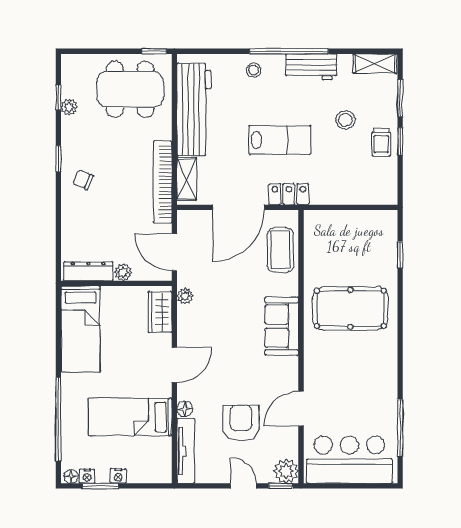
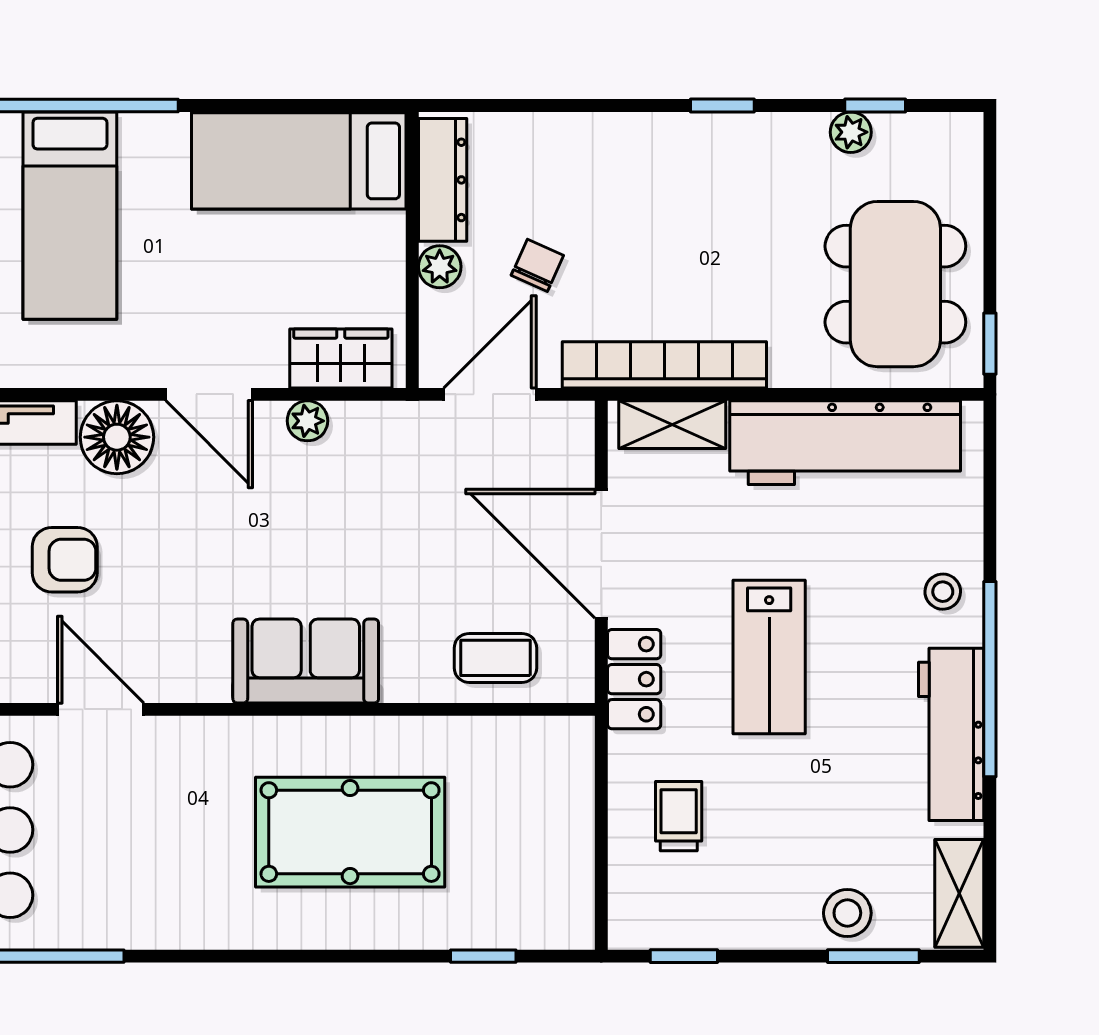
workbench: (311, 67) -> (951, 734), width x1.38
stool: (345, 120) -> (847, 913), moved
window: (400, 141) -> (684, 956), moved
trolley: (381, 142) -> (679, 816), moved, turned 90
chair: (83, 180) -> (537, 265), moved
coffee table: (280, 250) -> (495, 658), width x0.73, depth x0.77
plant: (185, 296) -> (307, 421), moved
pool table: (350, 308) -> (350, 832), turned 90
floor lamp: (185, 409) -> (117, 437), width x1.89, depth x1.89
bed: (130, 417) -> (70, 216), moved, turned 180
armchair: (241, 423) -> (65, 560), width x0.72, depth x0.72

